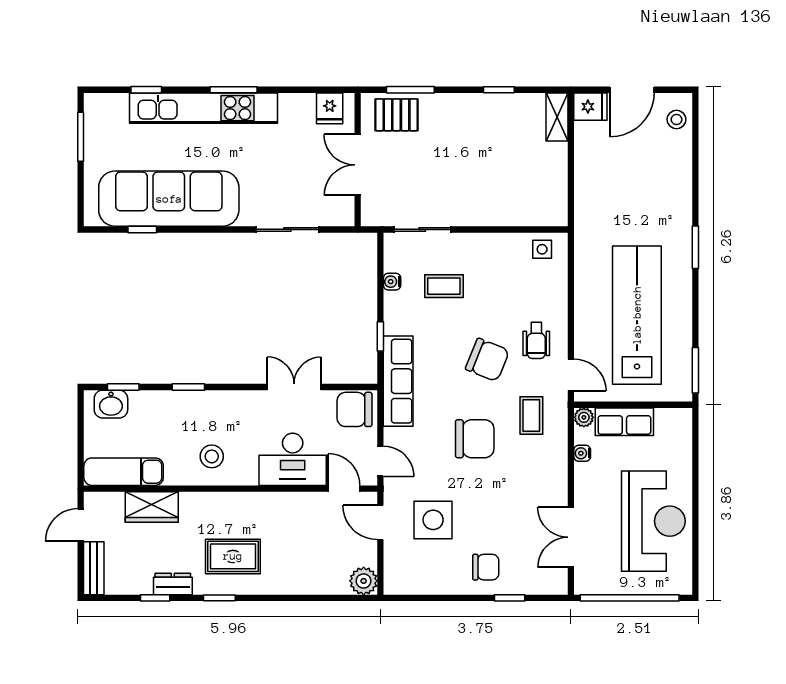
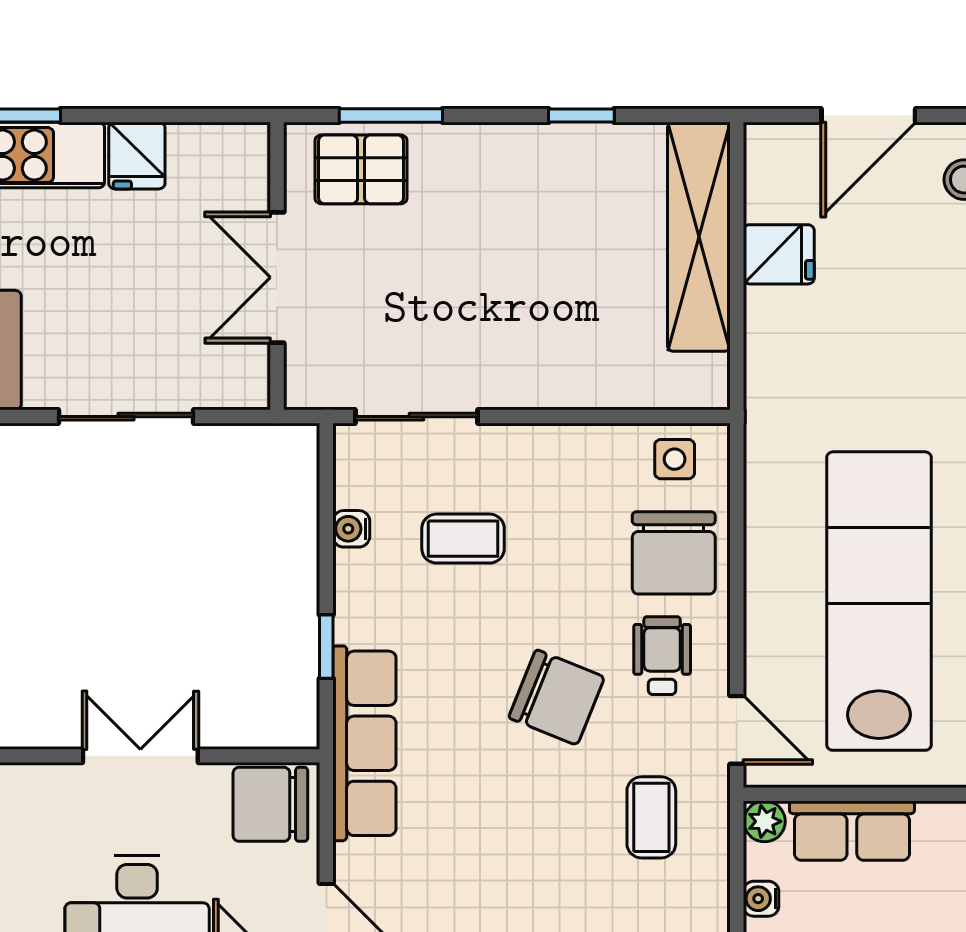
fridge: (590, 107) -> (779, 254), moved
fridge: (330, 108) -> (137, 156), moved
shelving: (557, 117) -> (699, 237), width x2.20, depth x1.33
wheelchair: (536, 340) -> (662, 656), turned 180
chair: (475, 439) -> (674, 553), moved, turned 90

